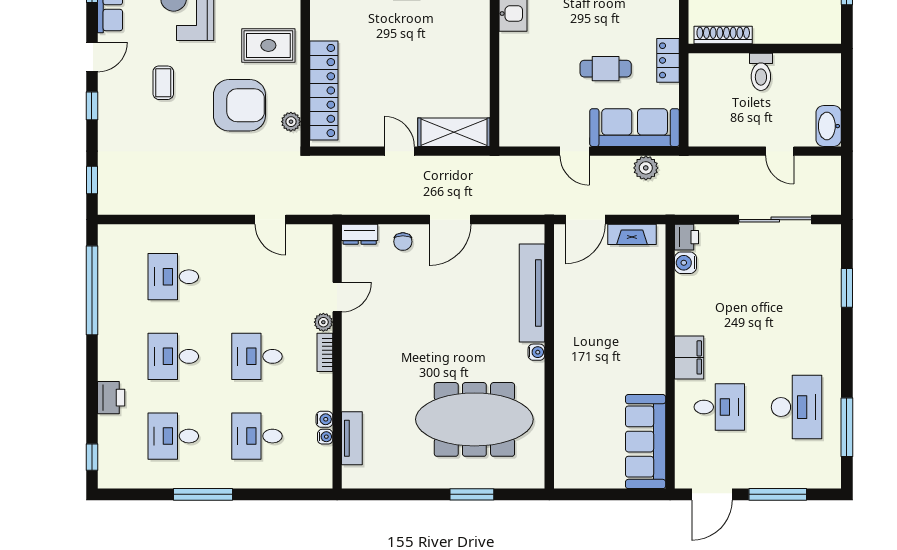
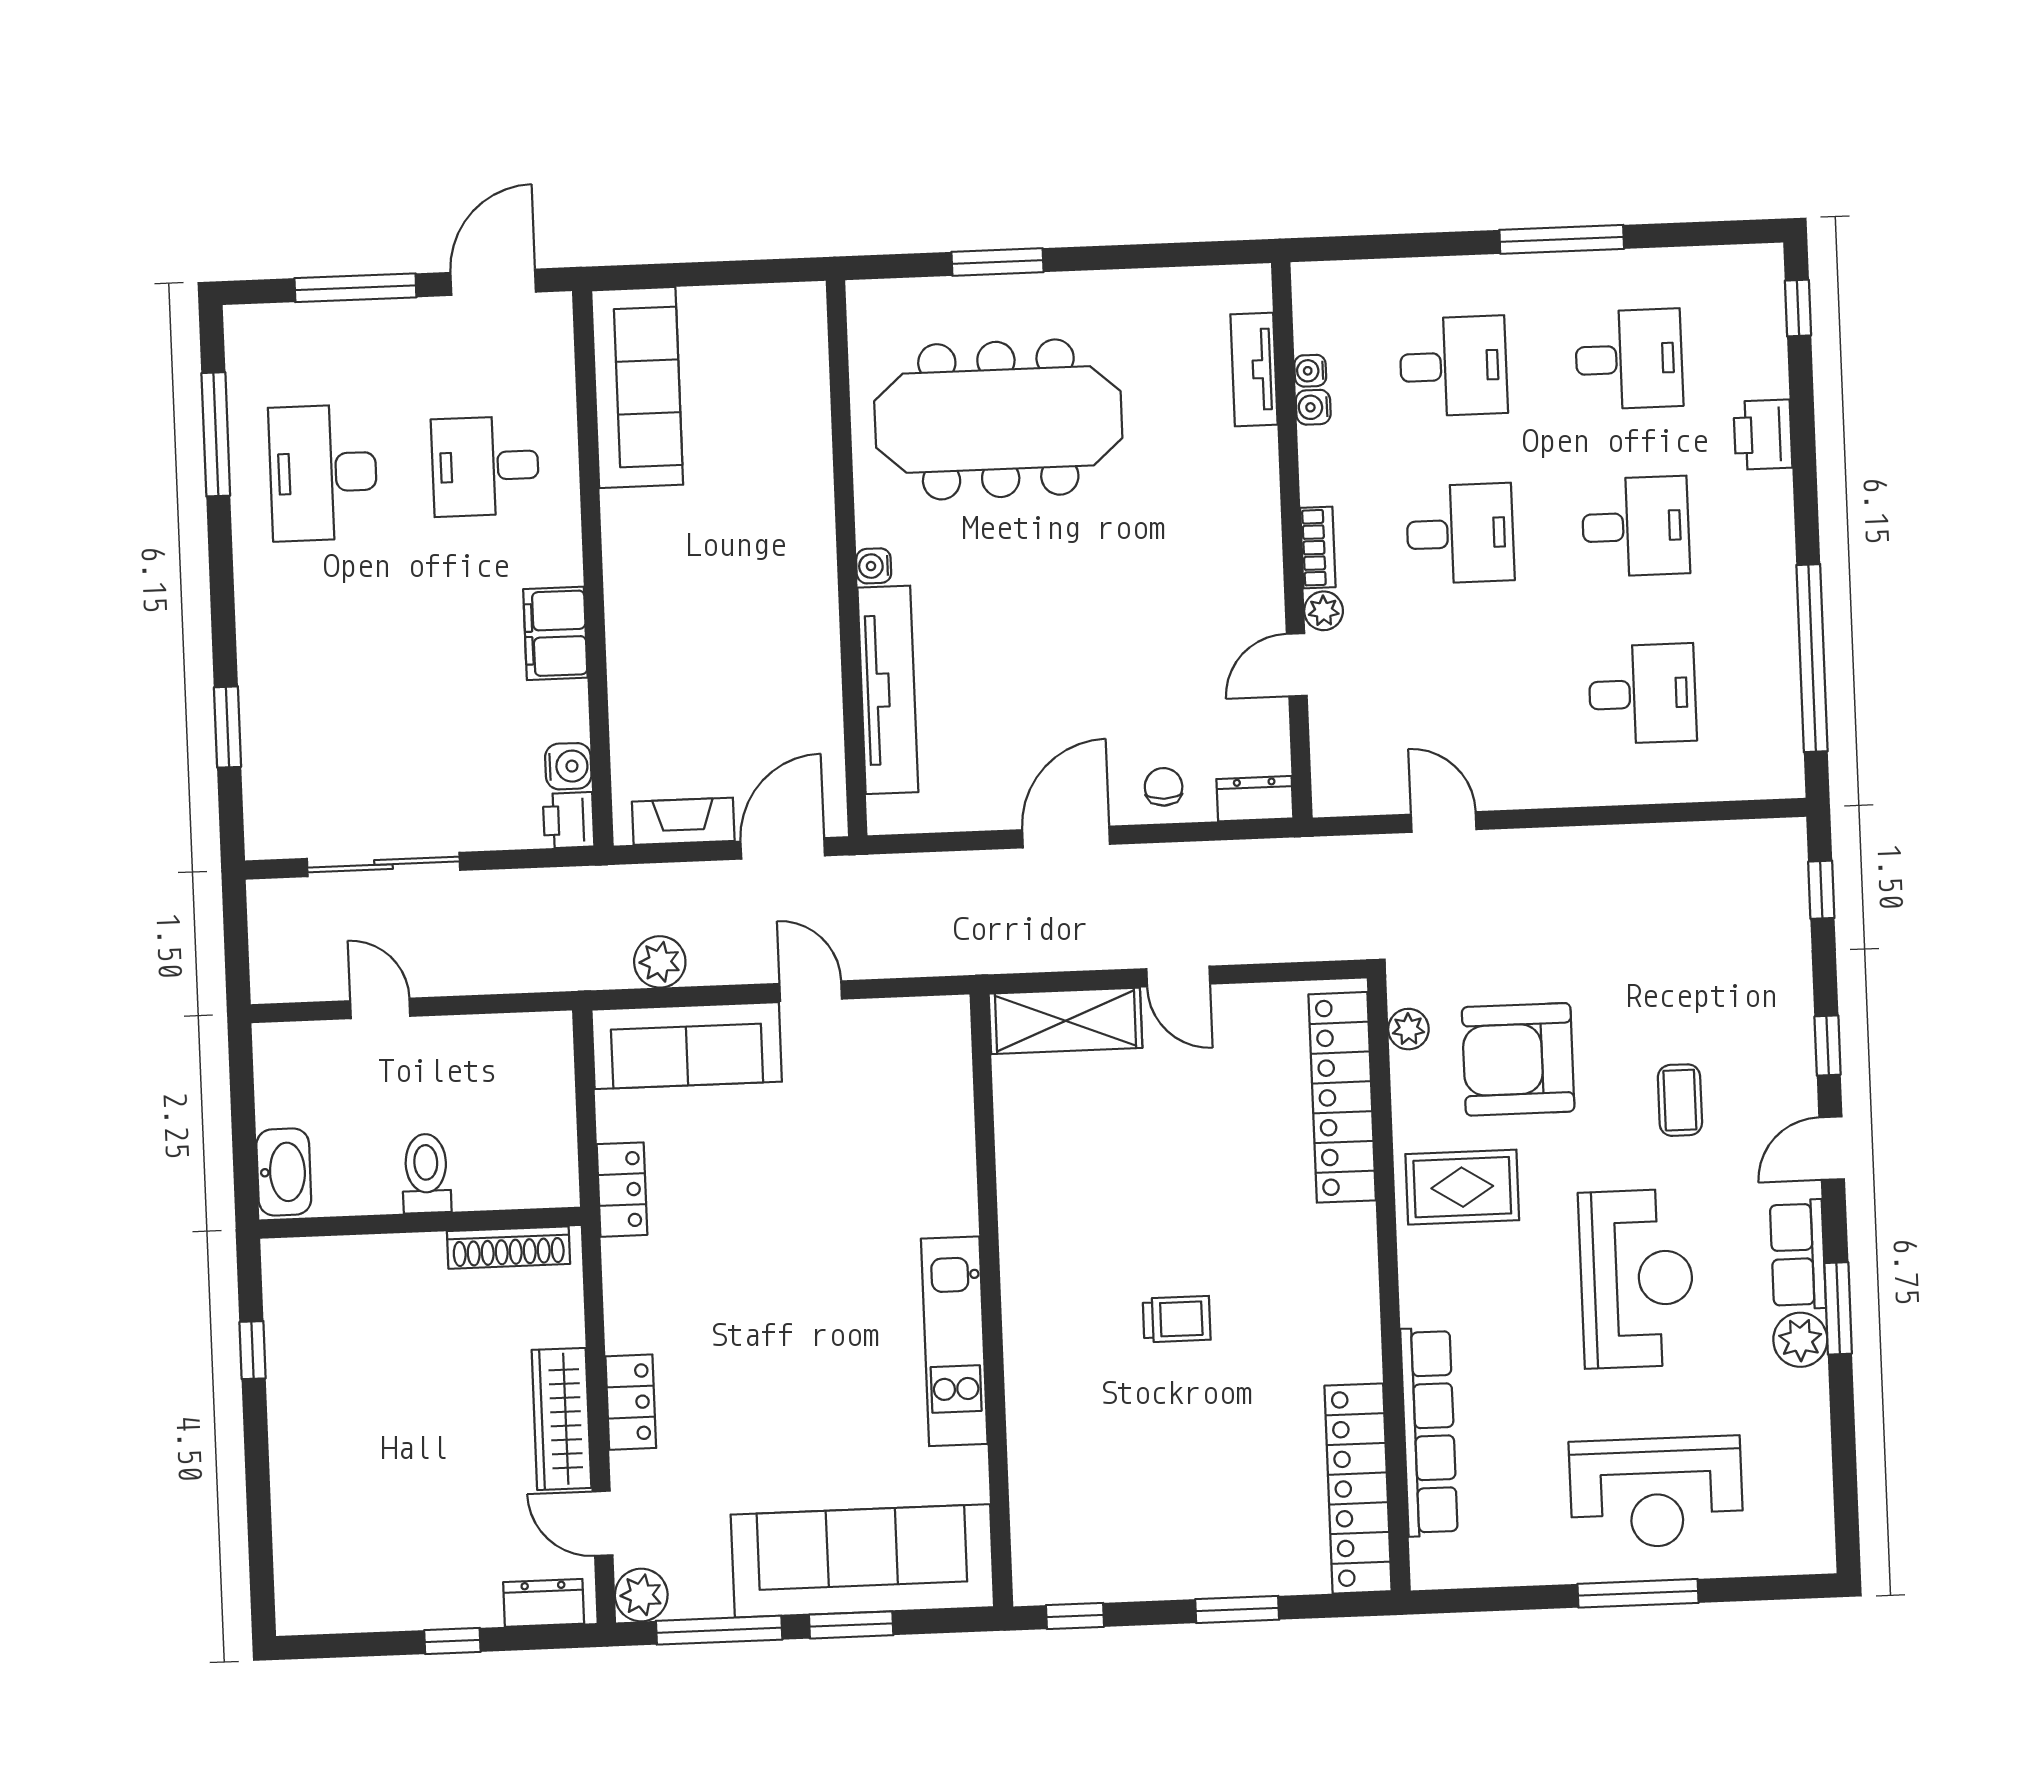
cafe table: (606, 69) -> (753, 1167), removed
washbasin: (829, 126) -> (284, 1172), moved
filing cabinet: (689, 357) -> (555, 633), moved

